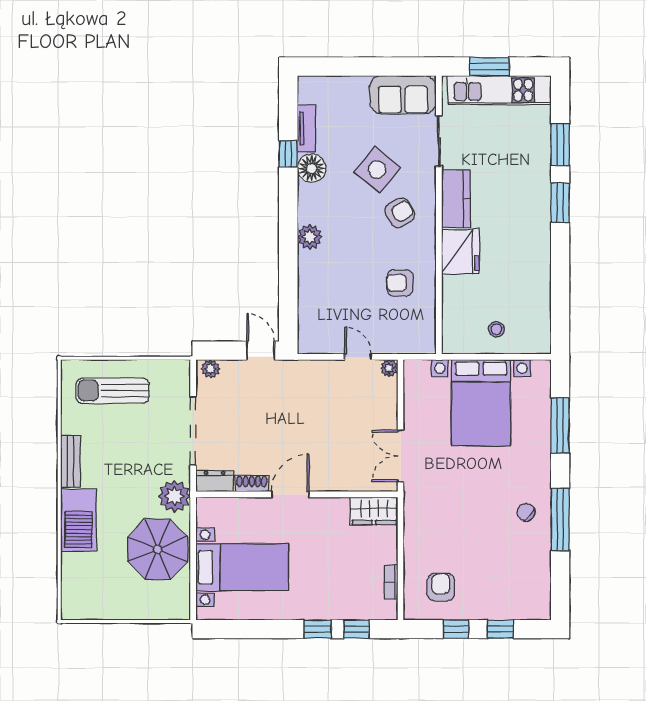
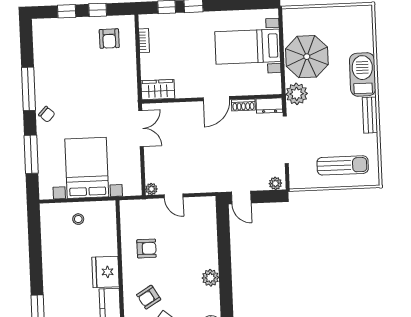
chair: (526, 512) -> (47, 114), moved

